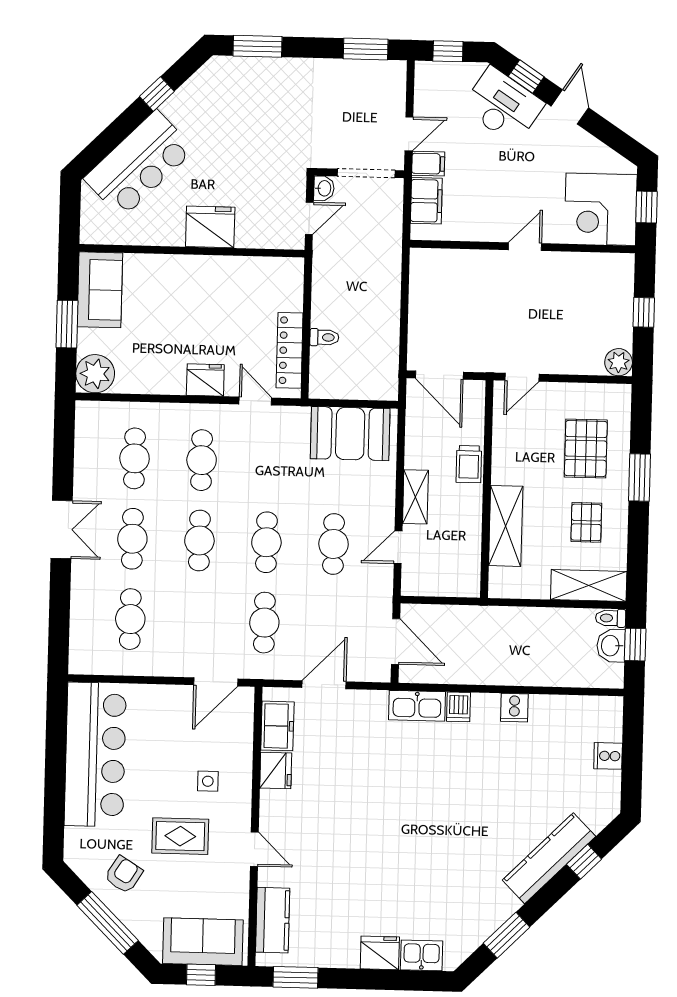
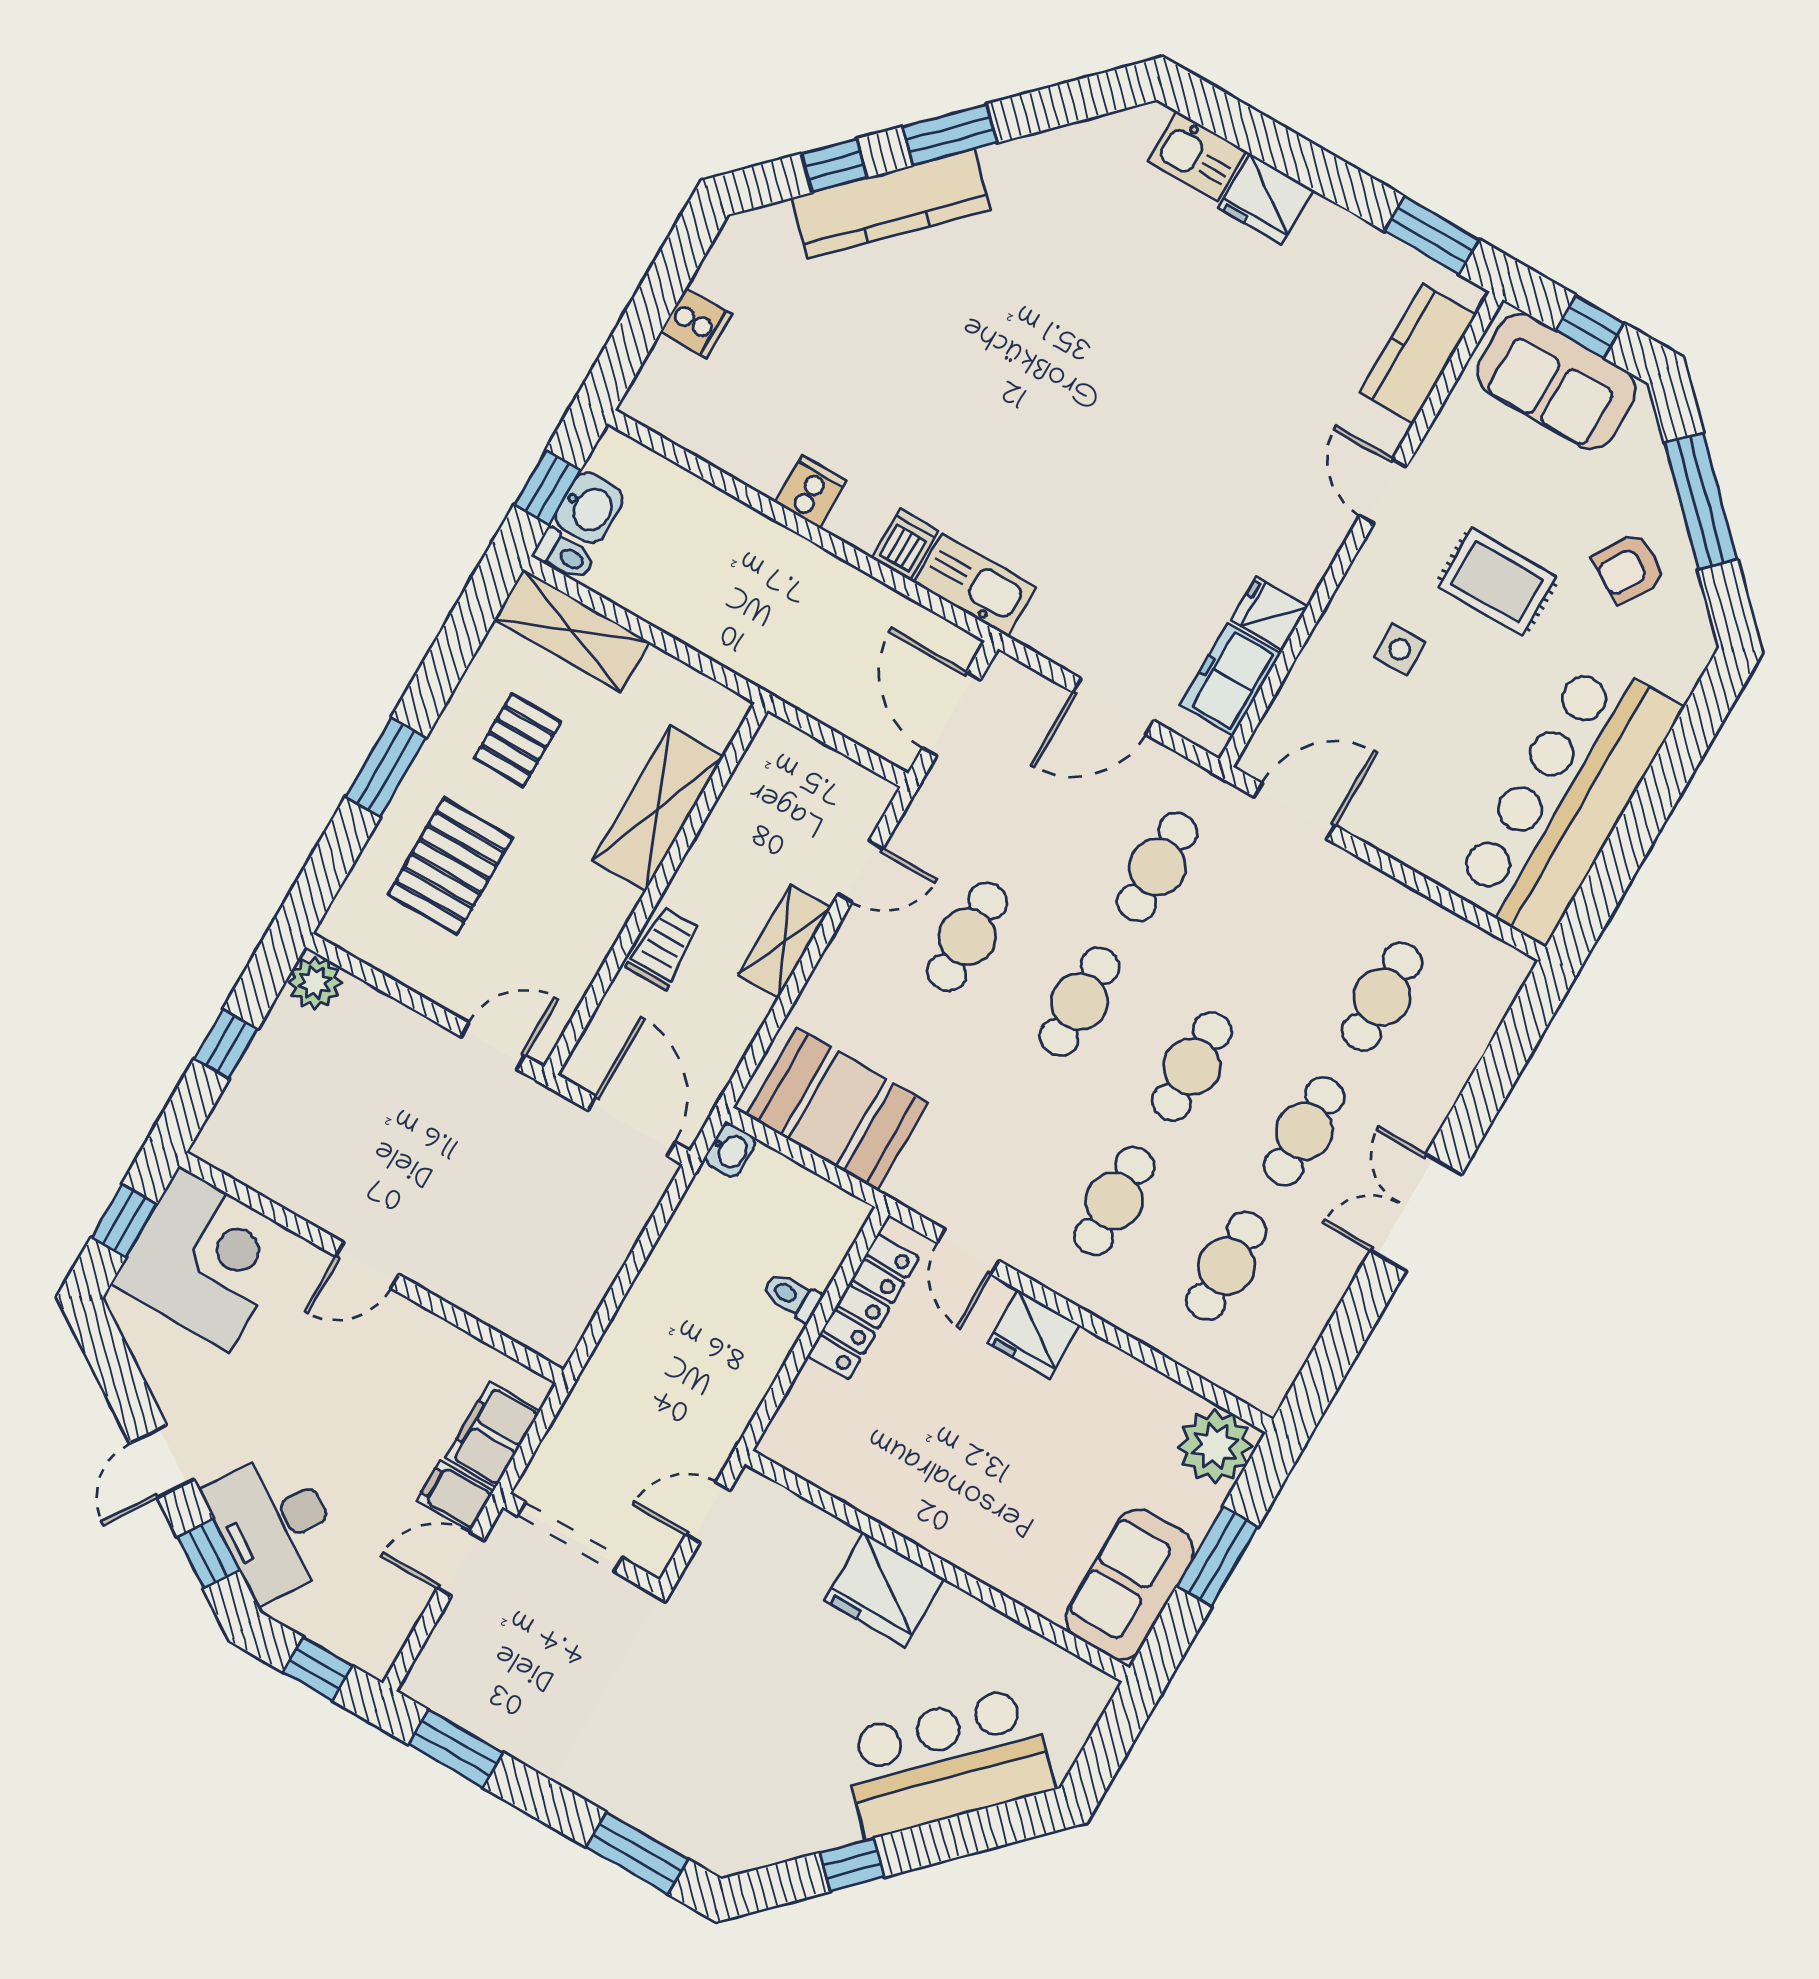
washbasin: (324, 188) -> (730, 1150), moved, turned 180
fridge: (276, 770) -> (1270, 613), width x0.72
window: (507, 935) -> (950, 135), moved

